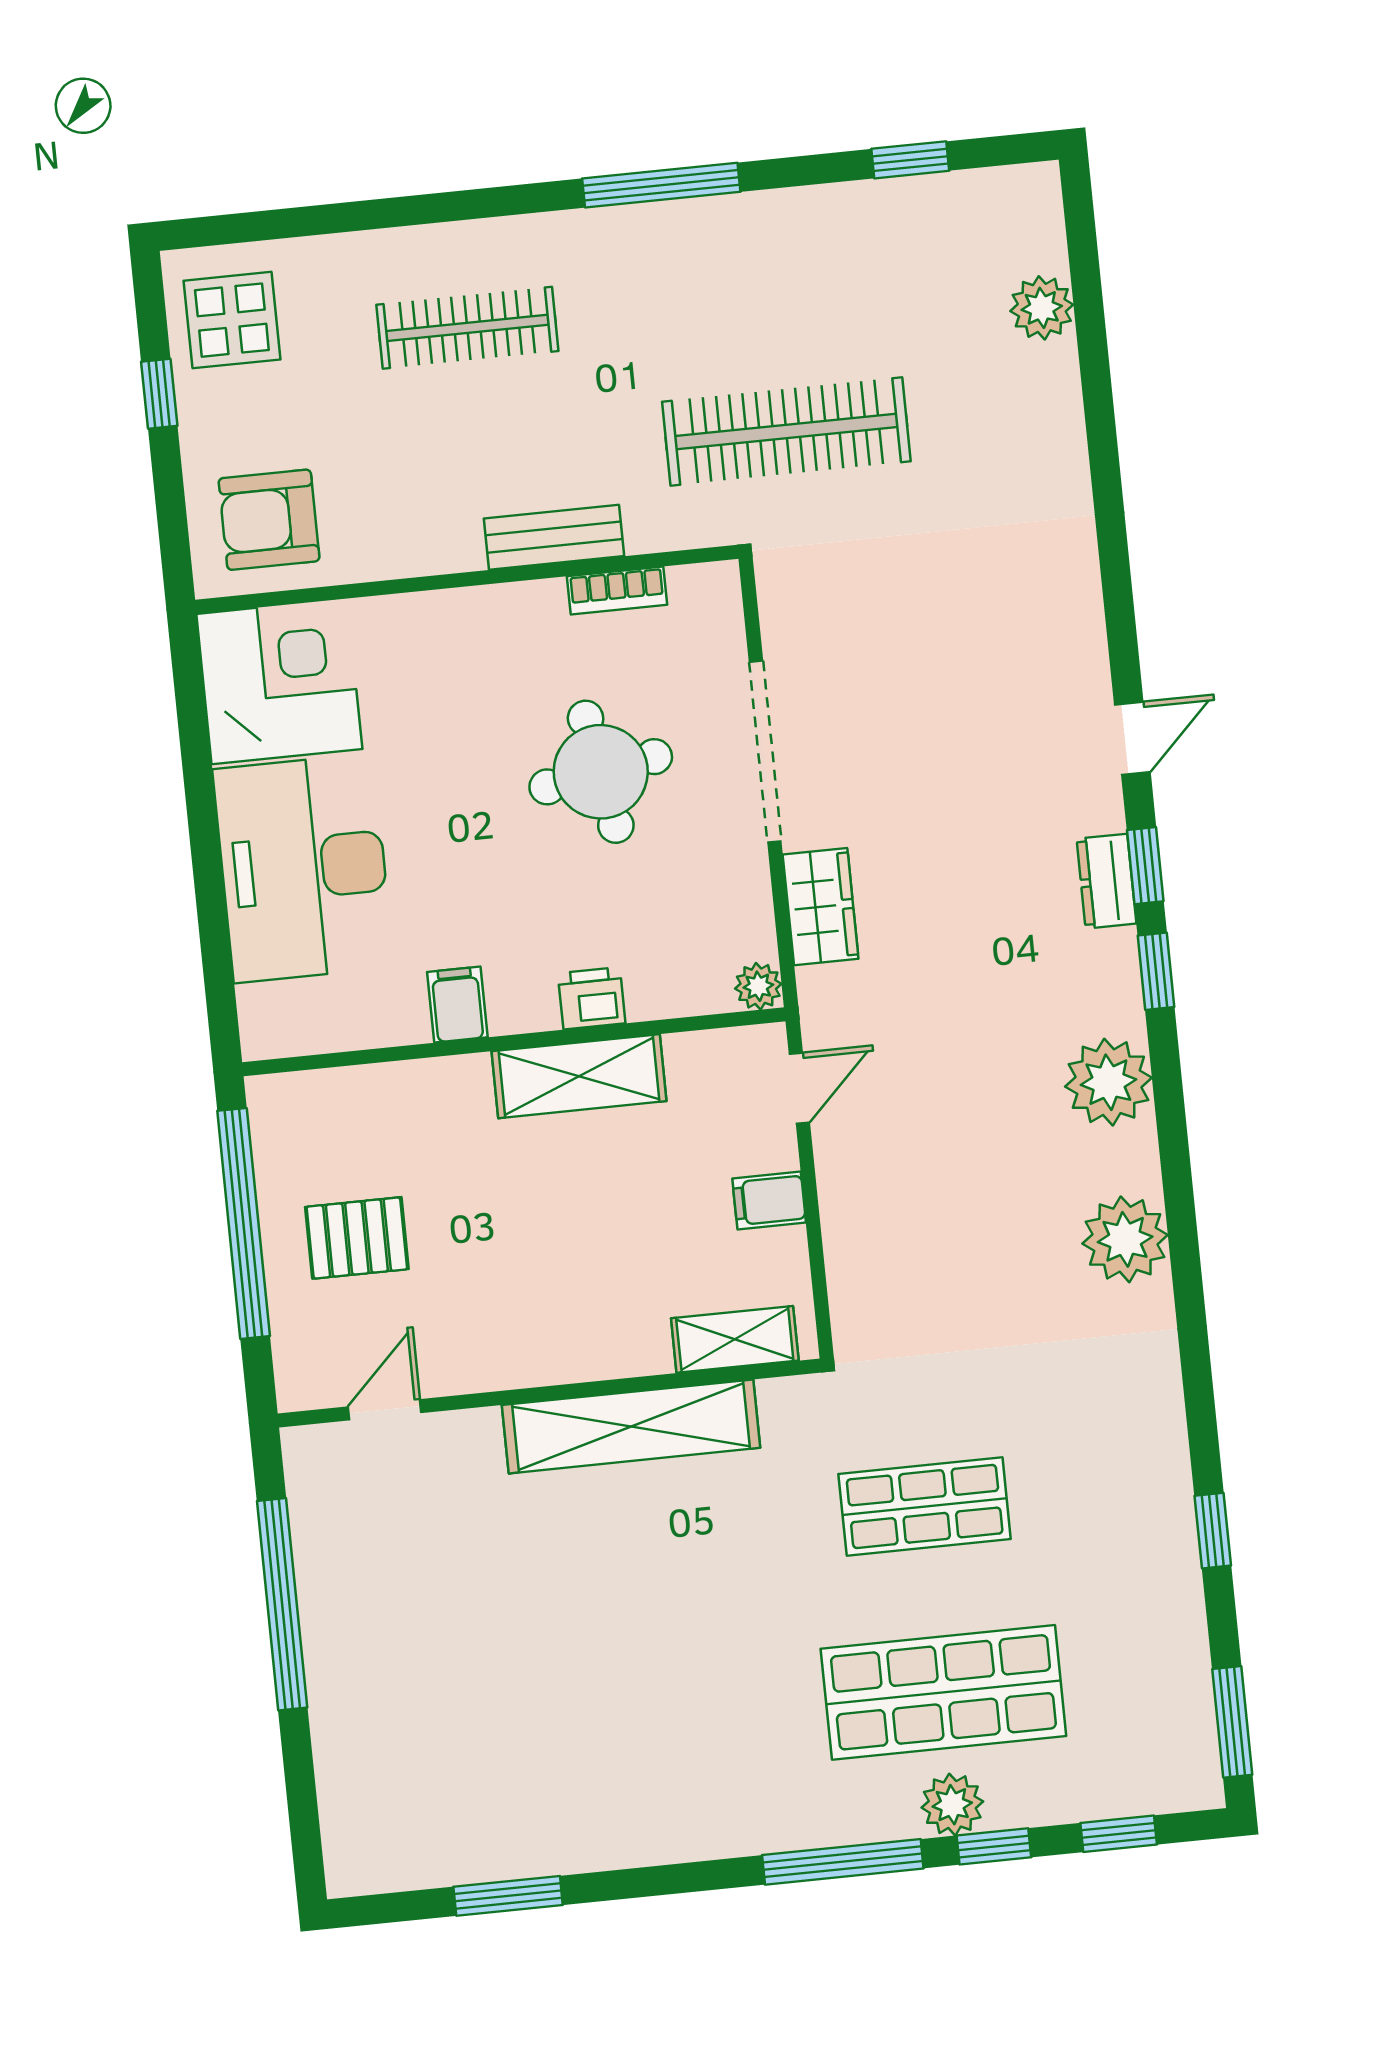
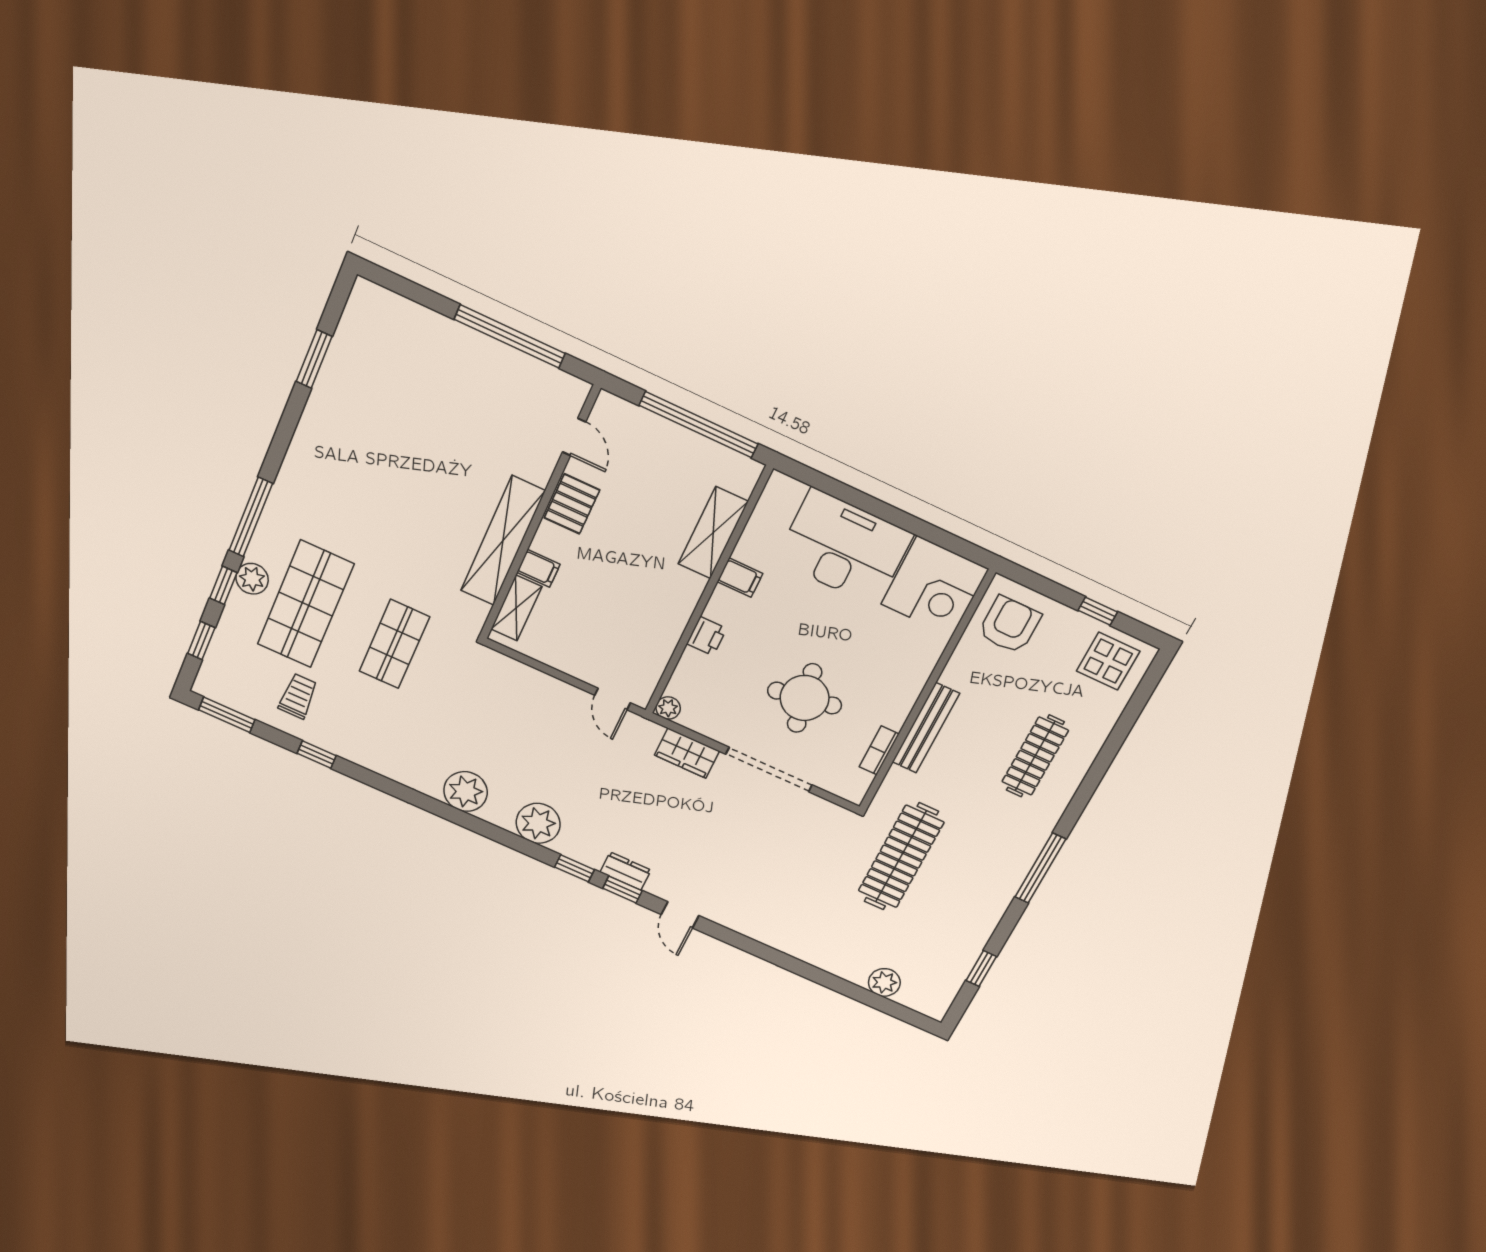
bench: (554, 537) -> (926, 728), width x1.36
shelving: (579, 1076) -> (713, 533), moved
filing cabinet: (769, 1200) -> (538, 568), moved, turned 90
pallet: (357, 1238) -> (572, 504), moved
trolley: (1122, 1618) -> (298, 696), added

